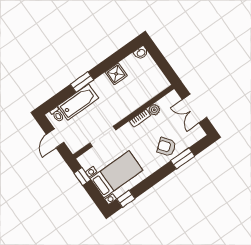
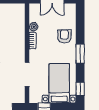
armchair: (166, 147) -> (64, 36), turned 128
window: (183, 158) -> (80, 54), moved

